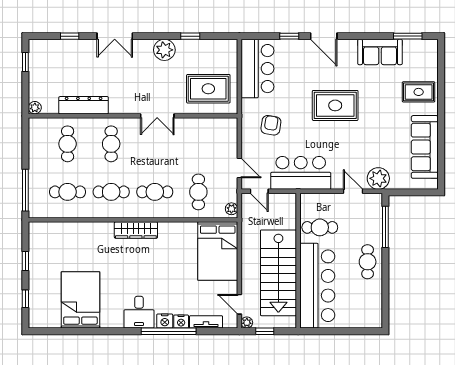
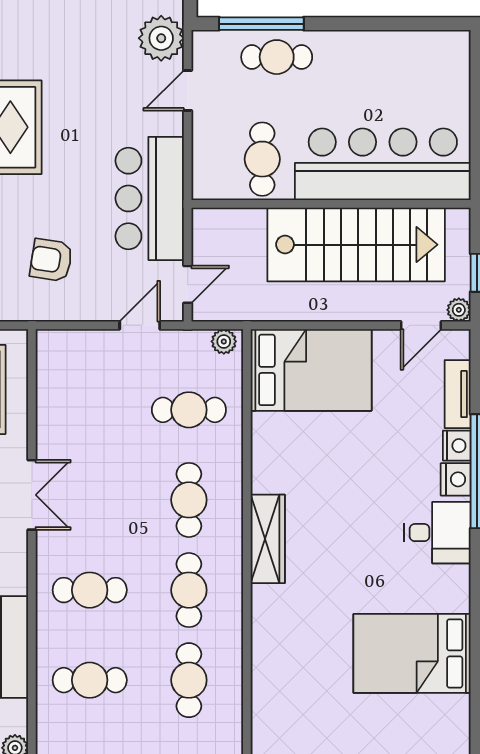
cafe table: (368, 262) -> (277, 57), moved

